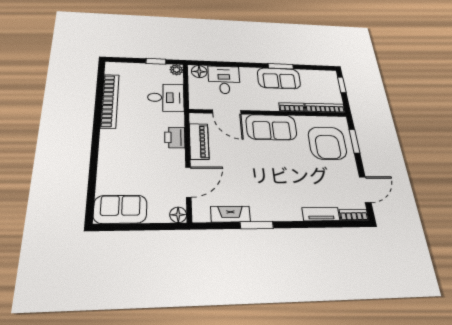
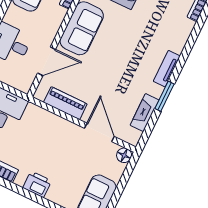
printer: (175, 137) -> (37, 184), moved, turned 180
tv unit: (321, 214) -> (167, 69), moved

